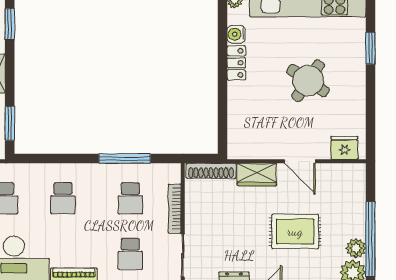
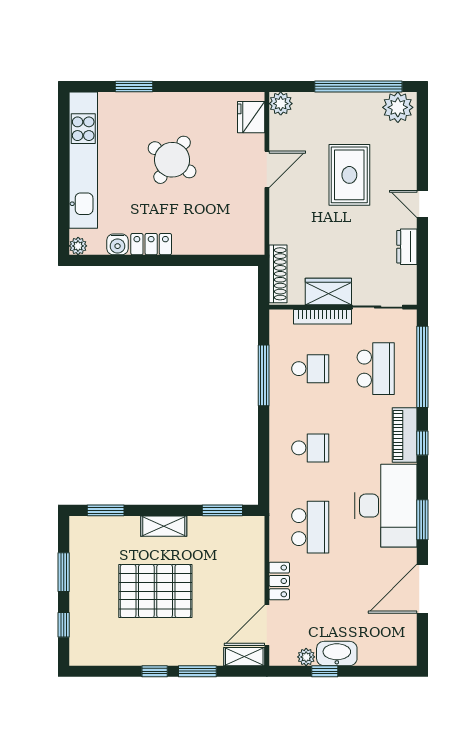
wardrobe: (257, 175) -> (328, 292), moved, turned -90
plant: (356, 248) -> (281, 104), moved
school desk: (130, 254) -> (376, 369), width x1.85

